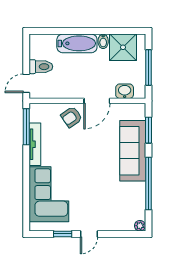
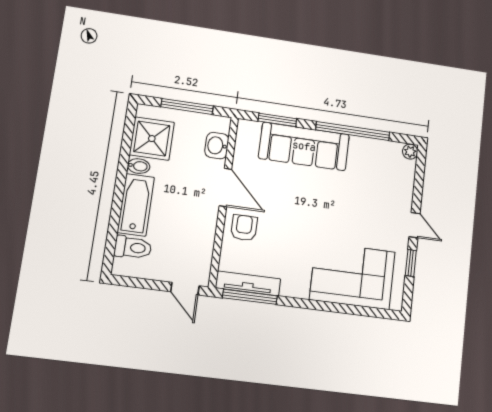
toilet: (41, 67) -> (133, 247), moved, turned 90
armchair: (71, 117) -> (244, 228), turned -145
tv unit: (35, 144) -> (248, 283), moved

